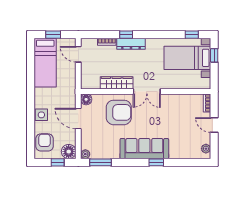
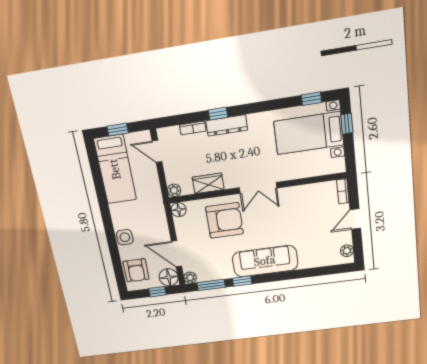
wardrobe: (117, 83) -> (208, 183), width x0.67
plant: (85, 84) -> (174, 190), added
door: (78, 119) -> (177, 254), moved
door: (214, 125) -> (355, 219), hinge flipped
armchair: (45, 142) -> (136, 270), turned 180
window: (156, 162) -> (242, 281), moved

